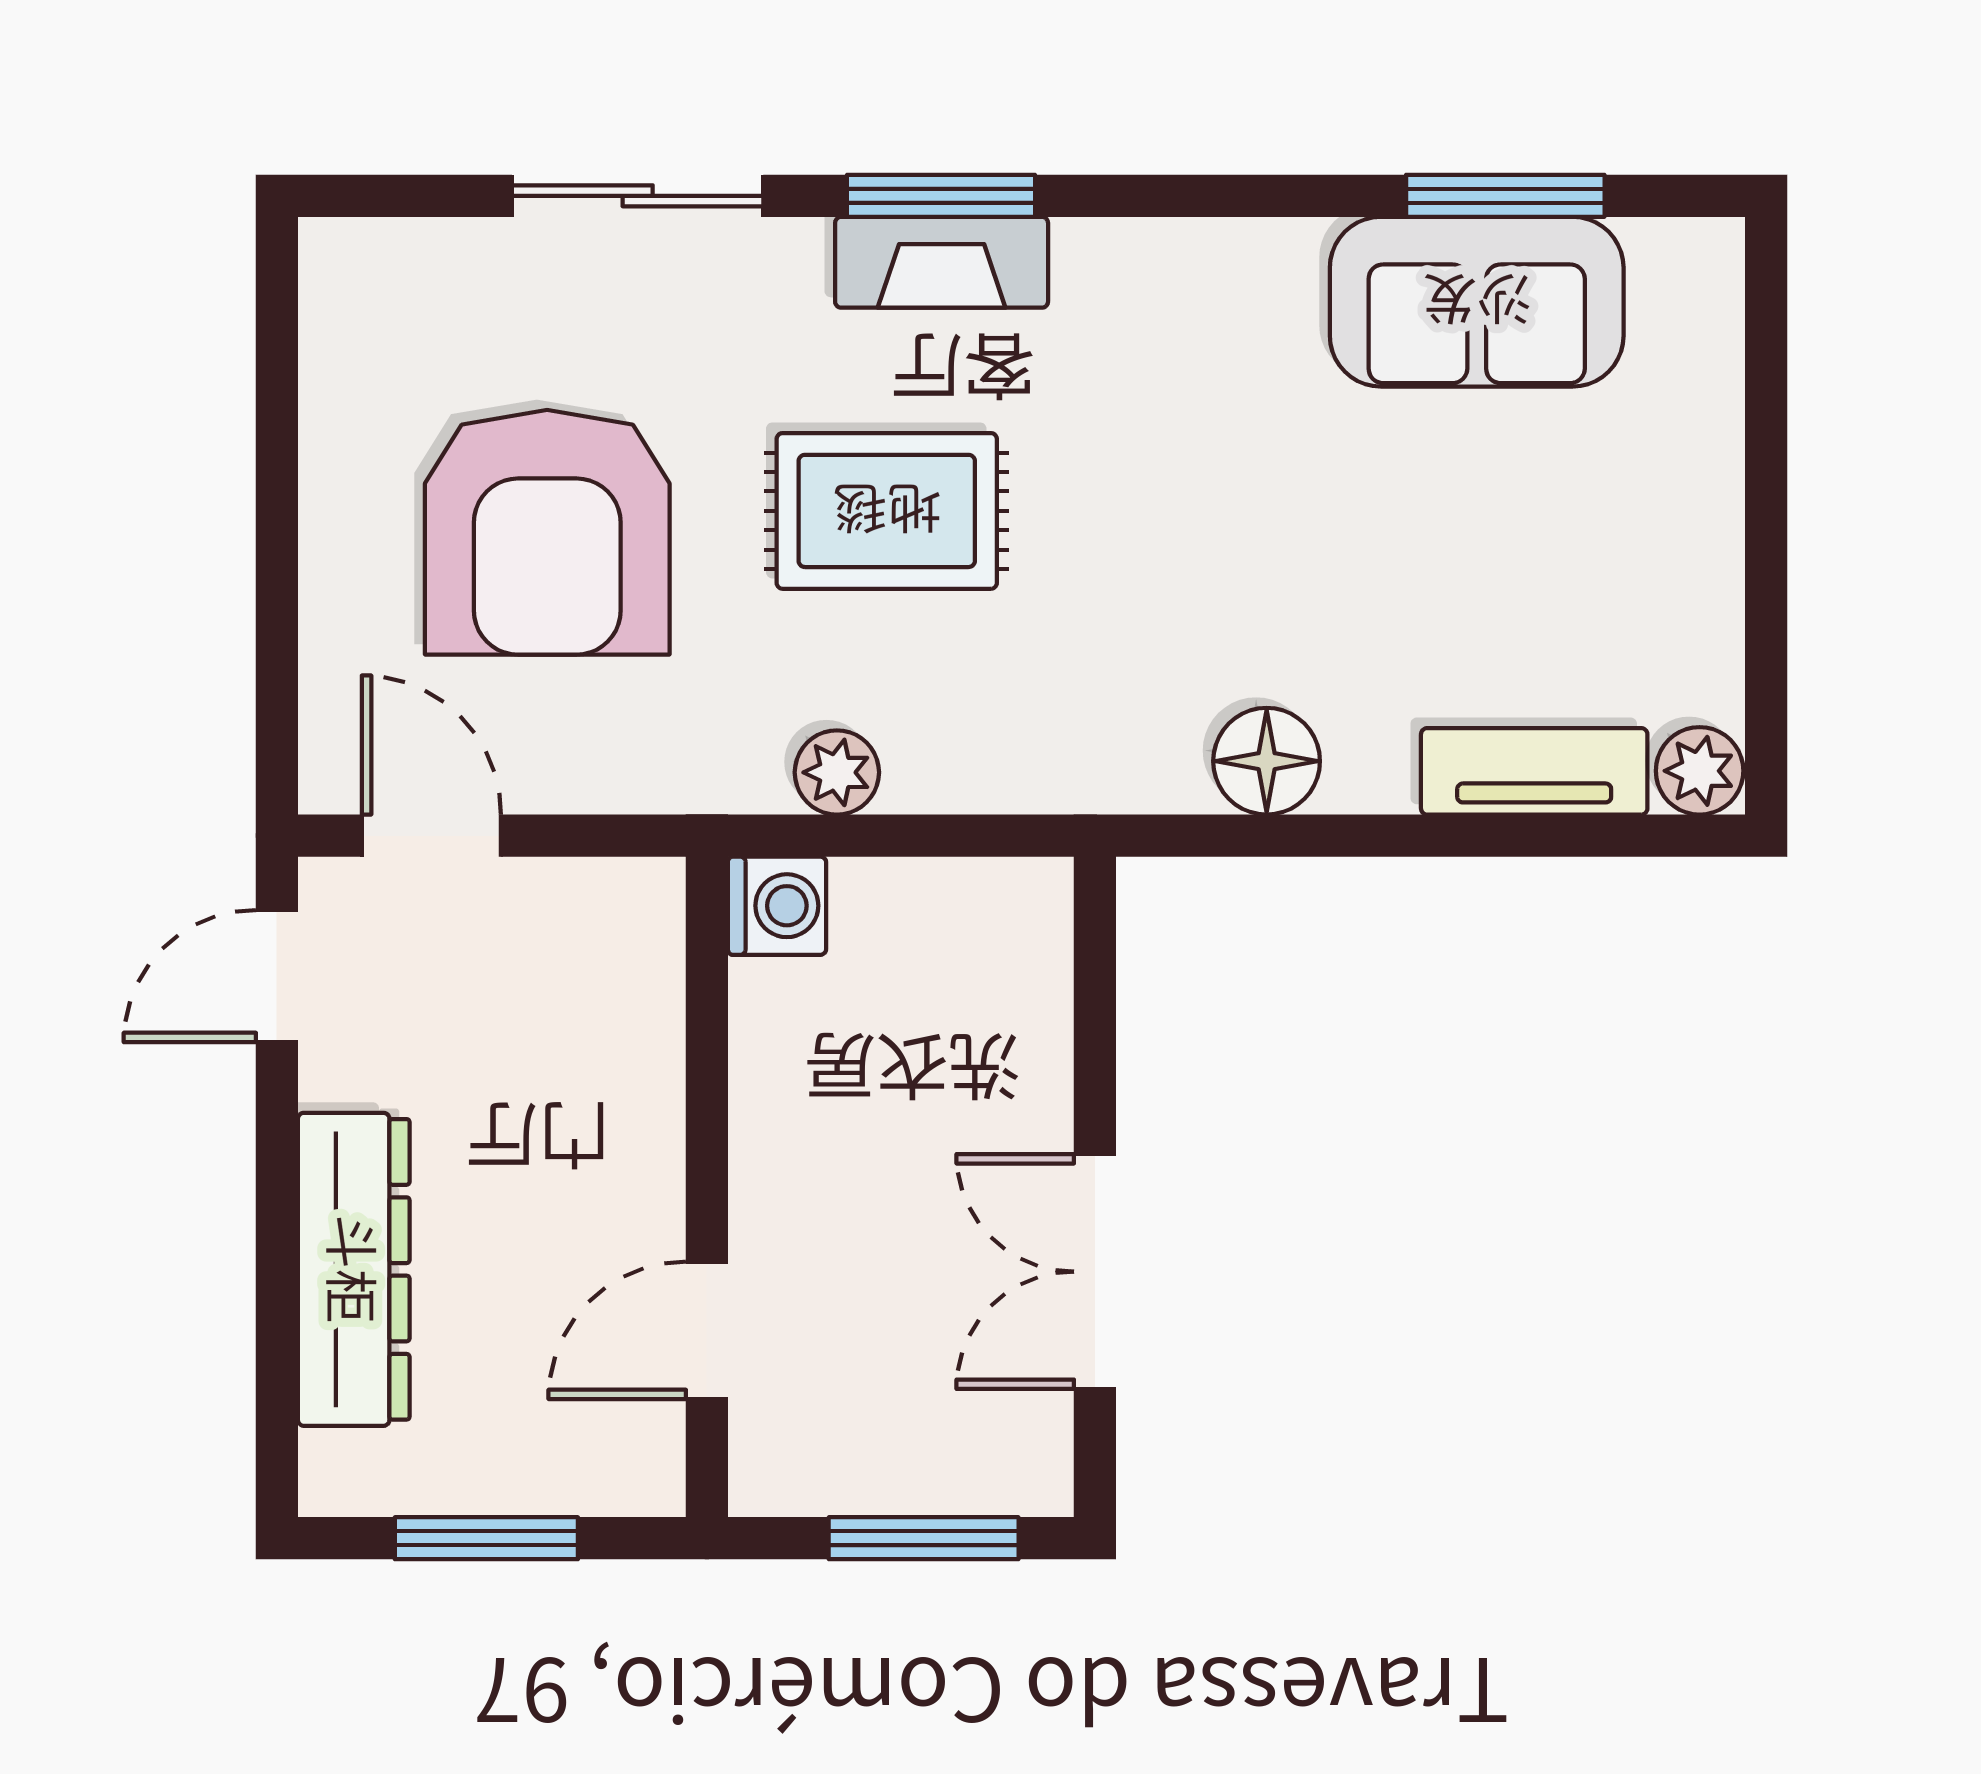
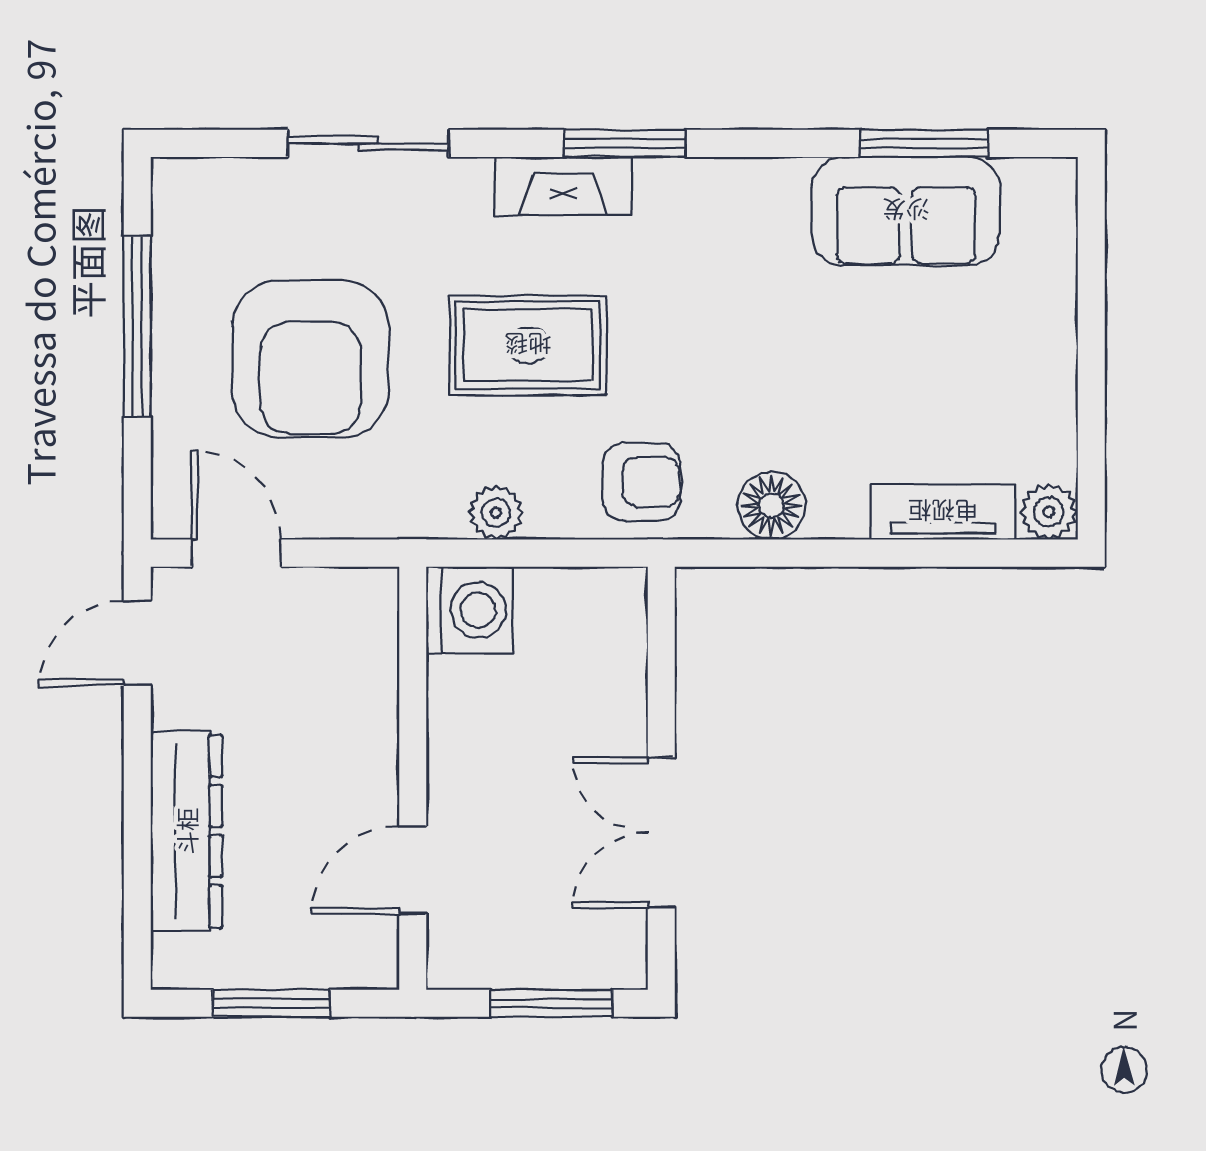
window: (941, 196) -> (625, 143), moved
window: (277, 481) -> (137, 326), added
armchair: (1064, 724) -> (642, 482), added
washing machine: (777, 906) -> (470, 610), width x1.38, depth x1.38

